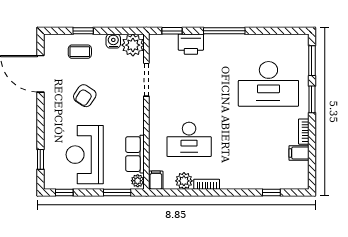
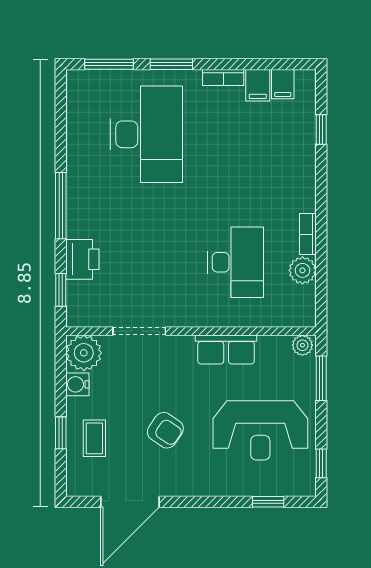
row of seats: (135, 154) -> (226, 349), moved
filing cabinet: (156, 180) -> (283, 84), moved, turned -90

